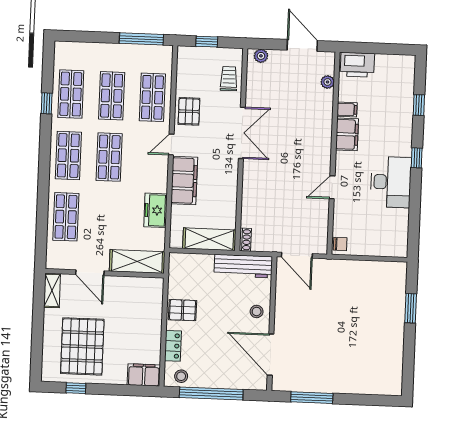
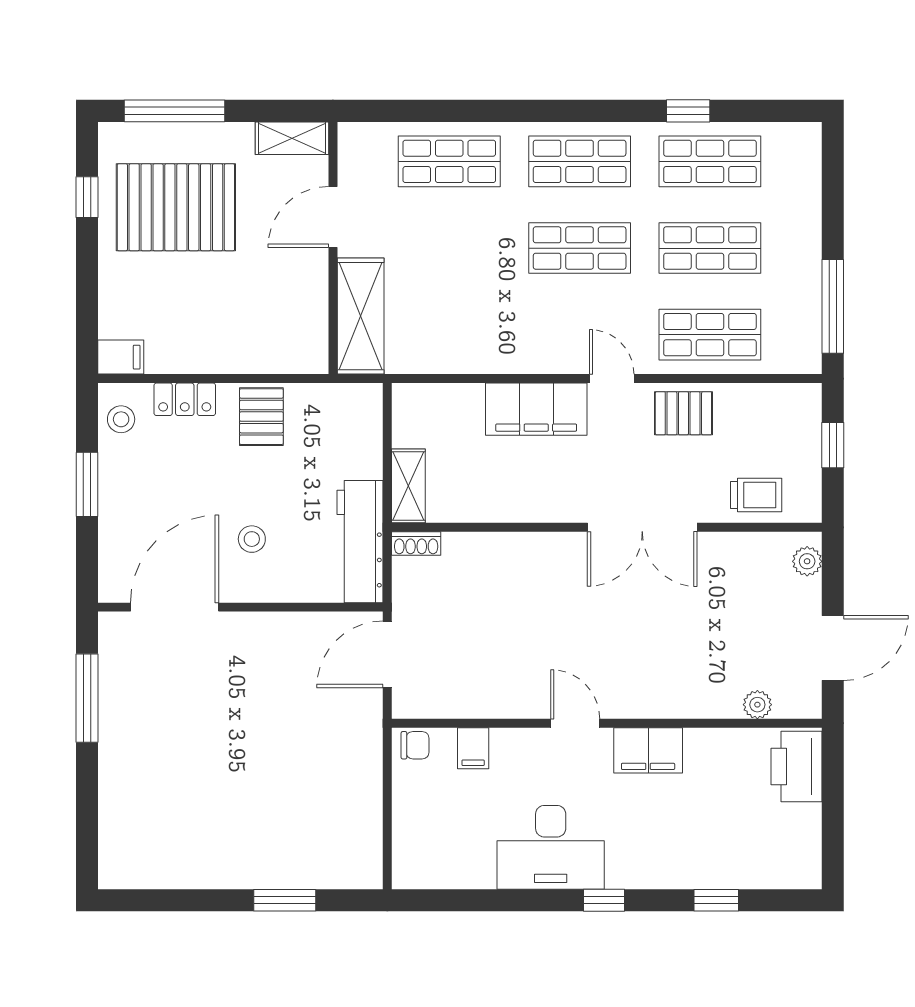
filing cabinet: (347, 110) -> (473, 748), moved
door: (332, 187) -> (575, 723), moved
freezer: (156, 210) -> (471, 351), removed
shelving: (209, 239) -> (408, 486), width x0.67, depth x0.75
chair: (340, 244) -> (415, 745), turned -90
stool: (257, 311) -> (252, 539), moved
window: (37, 345) -> (175, 111), added
filing cabinet: (144, 375) -> (121, 357), width x0.50
window: (211, 394) -> (87, 484), width x0.47

